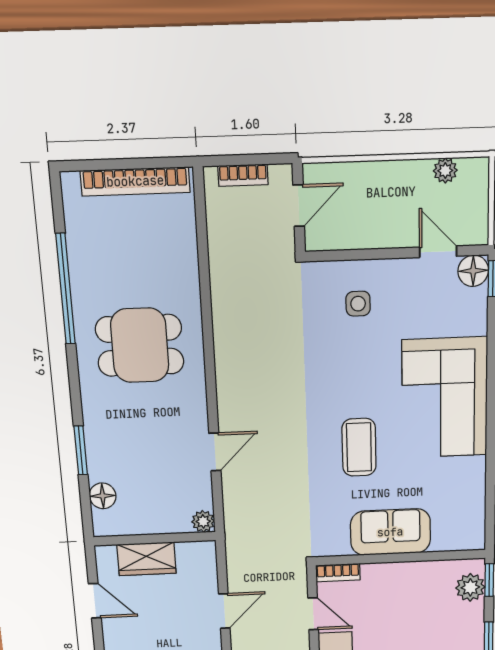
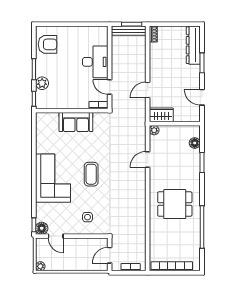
plant: (445, 171) -> (40, 266), moved
coffee table: (359, 447) -> (91, 174), moved
wardrobe: (146, 559) -> (161, 115), moved
plant: (470, 587) -> (42, 83), moved

